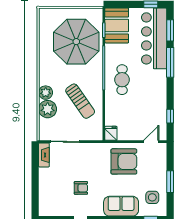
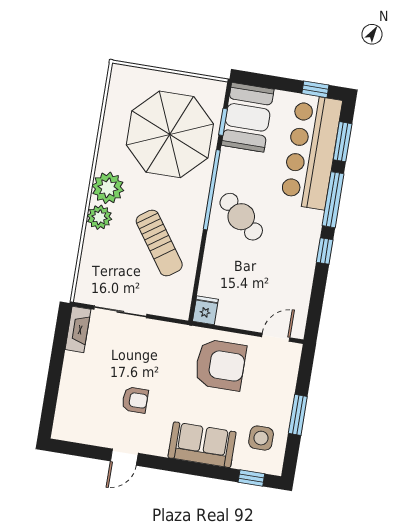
cafe table: (122, 80) -> (241, 217), turned -49
plant: (48, 109) -> (108, 188), moved
window: (170, 116) -> (325, 251), moved

